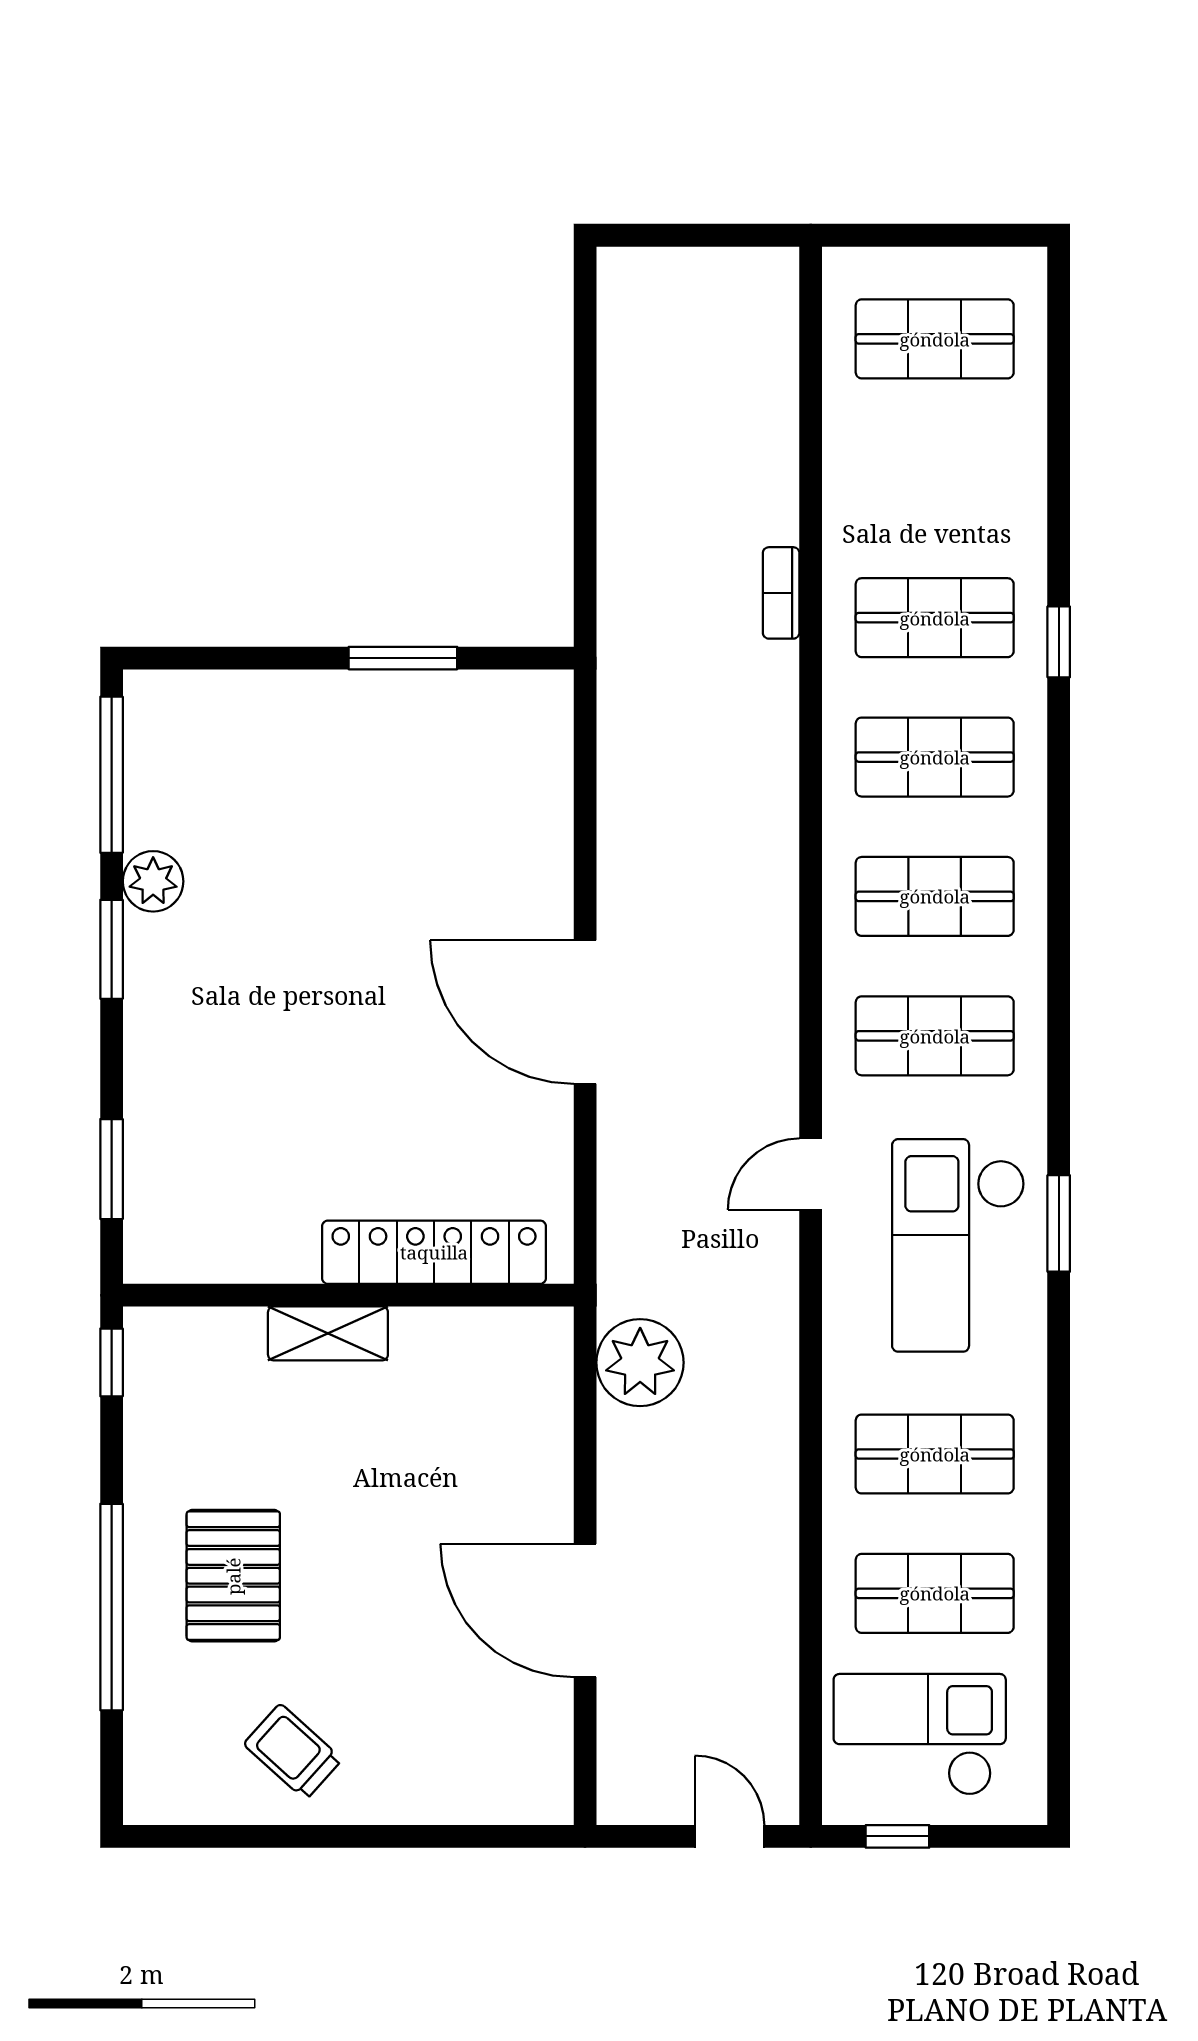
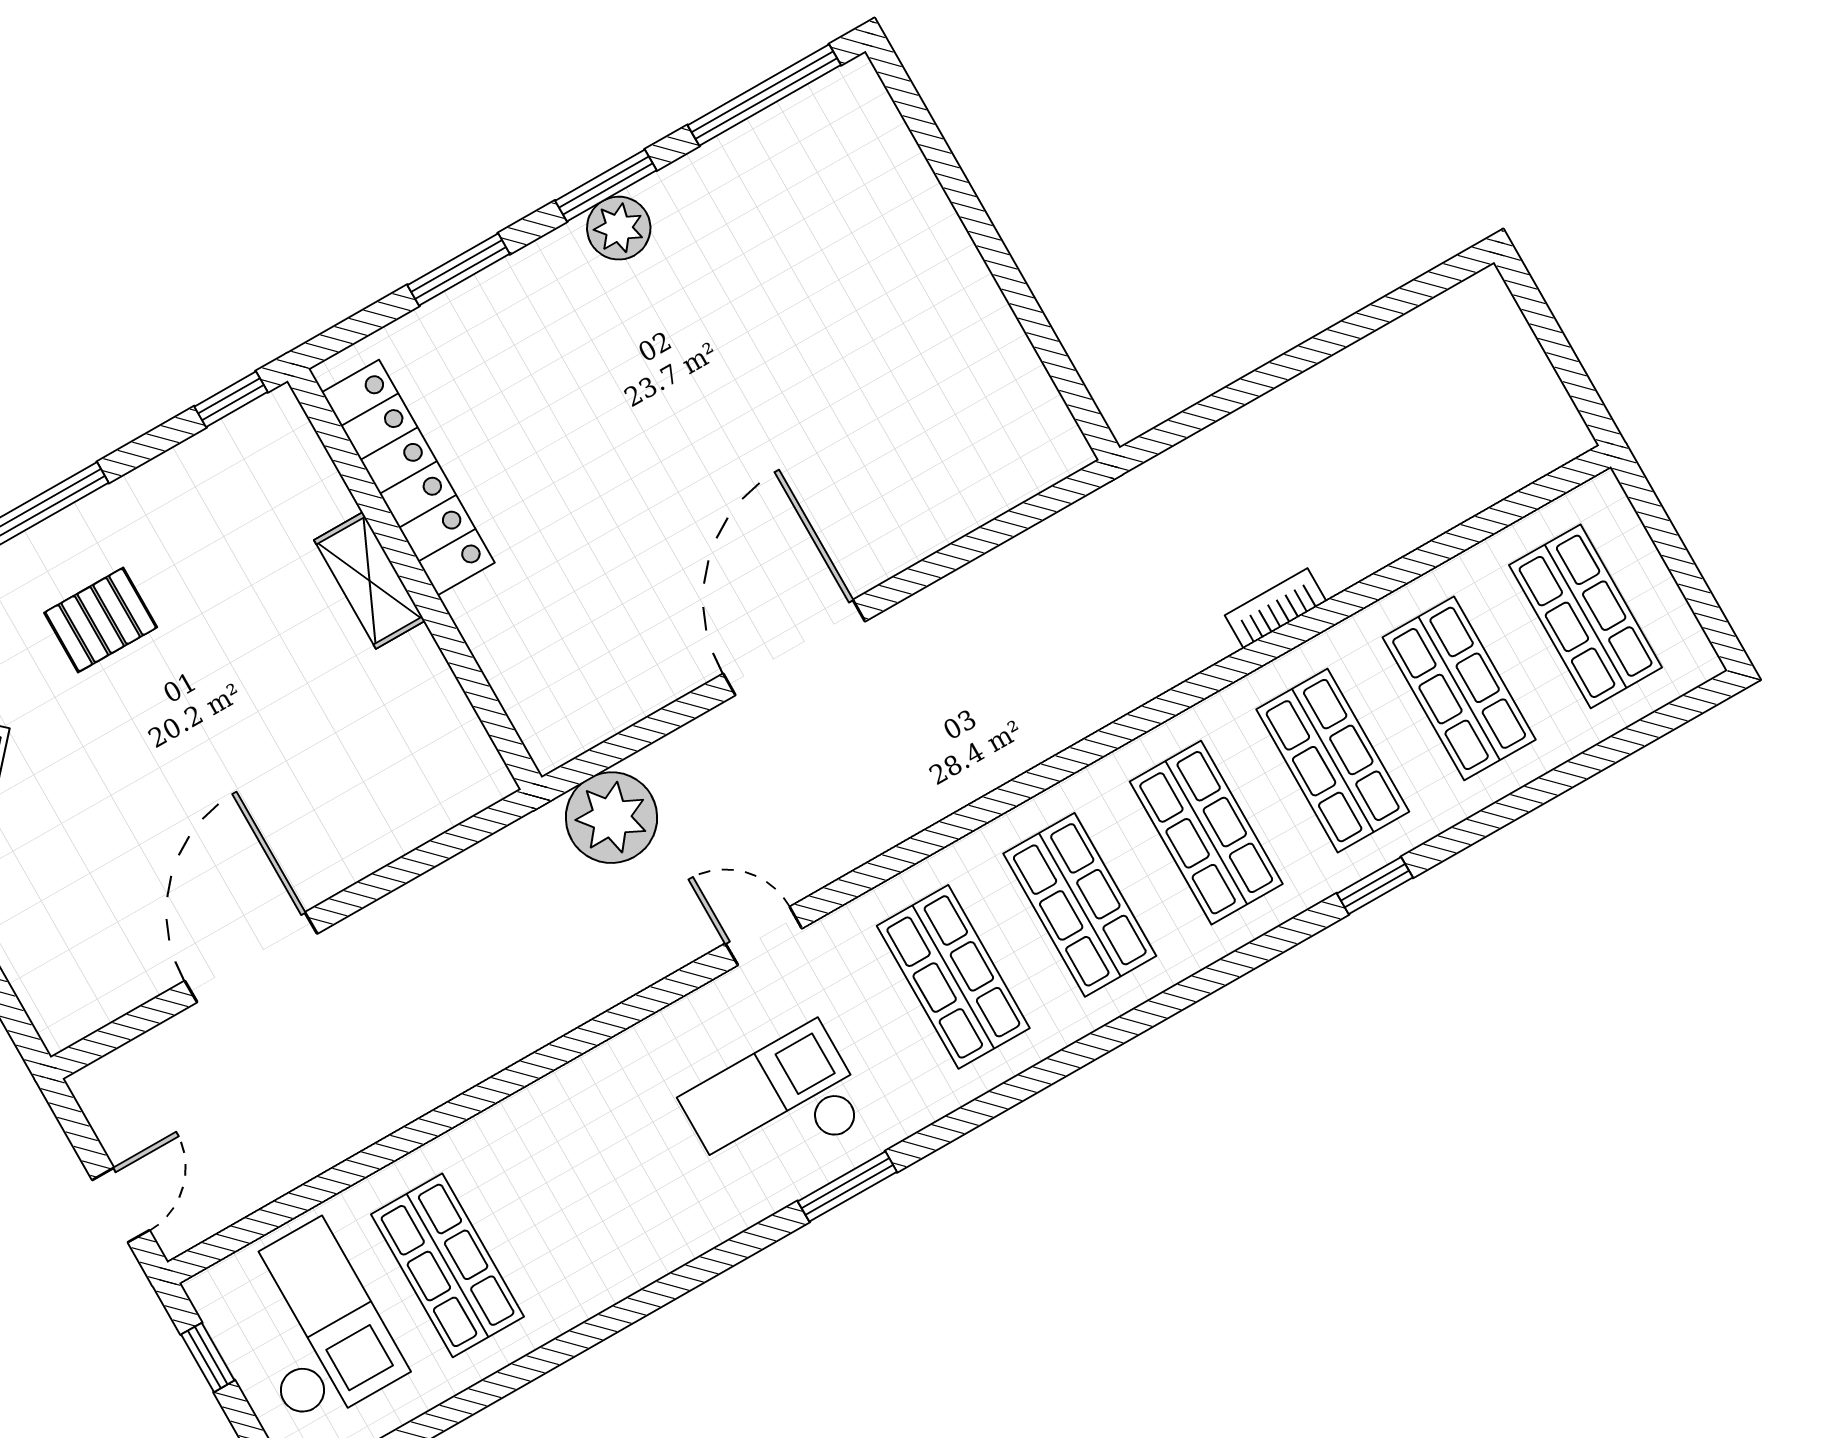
window: (403, 658) -> (1021, 299), removed
plant: (153, 881) -> (619, 228), moved
window: (112, 1169) -> (459, 270), moved
checkout: (958, 1245) -> (775, 1107), width x0.73, depth x0.83
locker: (434, 1252) -> (408, 478), moved
plant: (640, 1363) -> (611, 818), moved
shop shelf: (935, 1454) -> (1459, 688), moved
pallet: (233, 1576) -> (101, 620), width x0.67, depth x0.71

